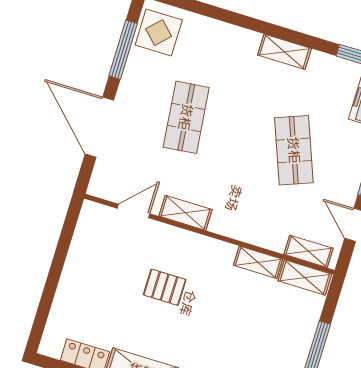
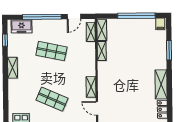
shop shelf: (186, 117) -> (52, 99), turned 30
shop shelf: (294, 150) -> (51, 51), turned 33
pallet: (165, 287) -> (124, 86), removed

